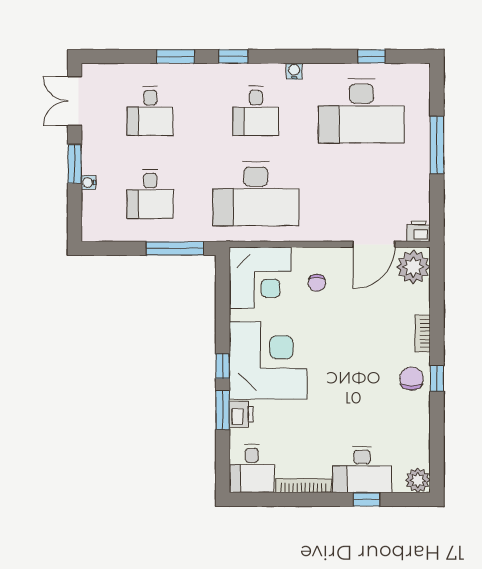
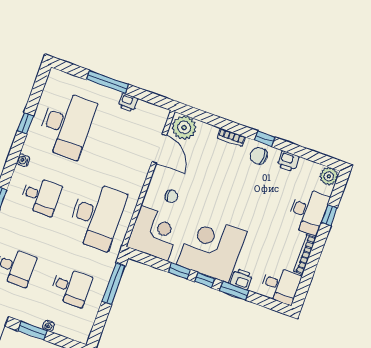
window: (372, 56) -> (25, 123), moved
printer: (419, 231) -> (128, 103), moved, turned -90
window: (223, 328) -> (179, 271), added
printer: (418, 420) -> (288, 161), added

